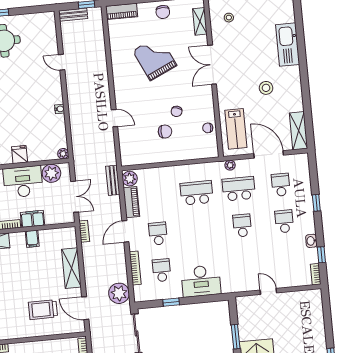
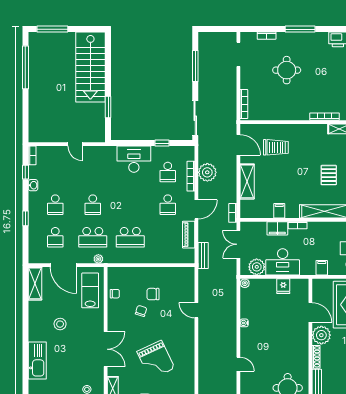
plant: (130, 179) -> (188, 256), removed
plant: (119, 293) -> (207, 172), moved

